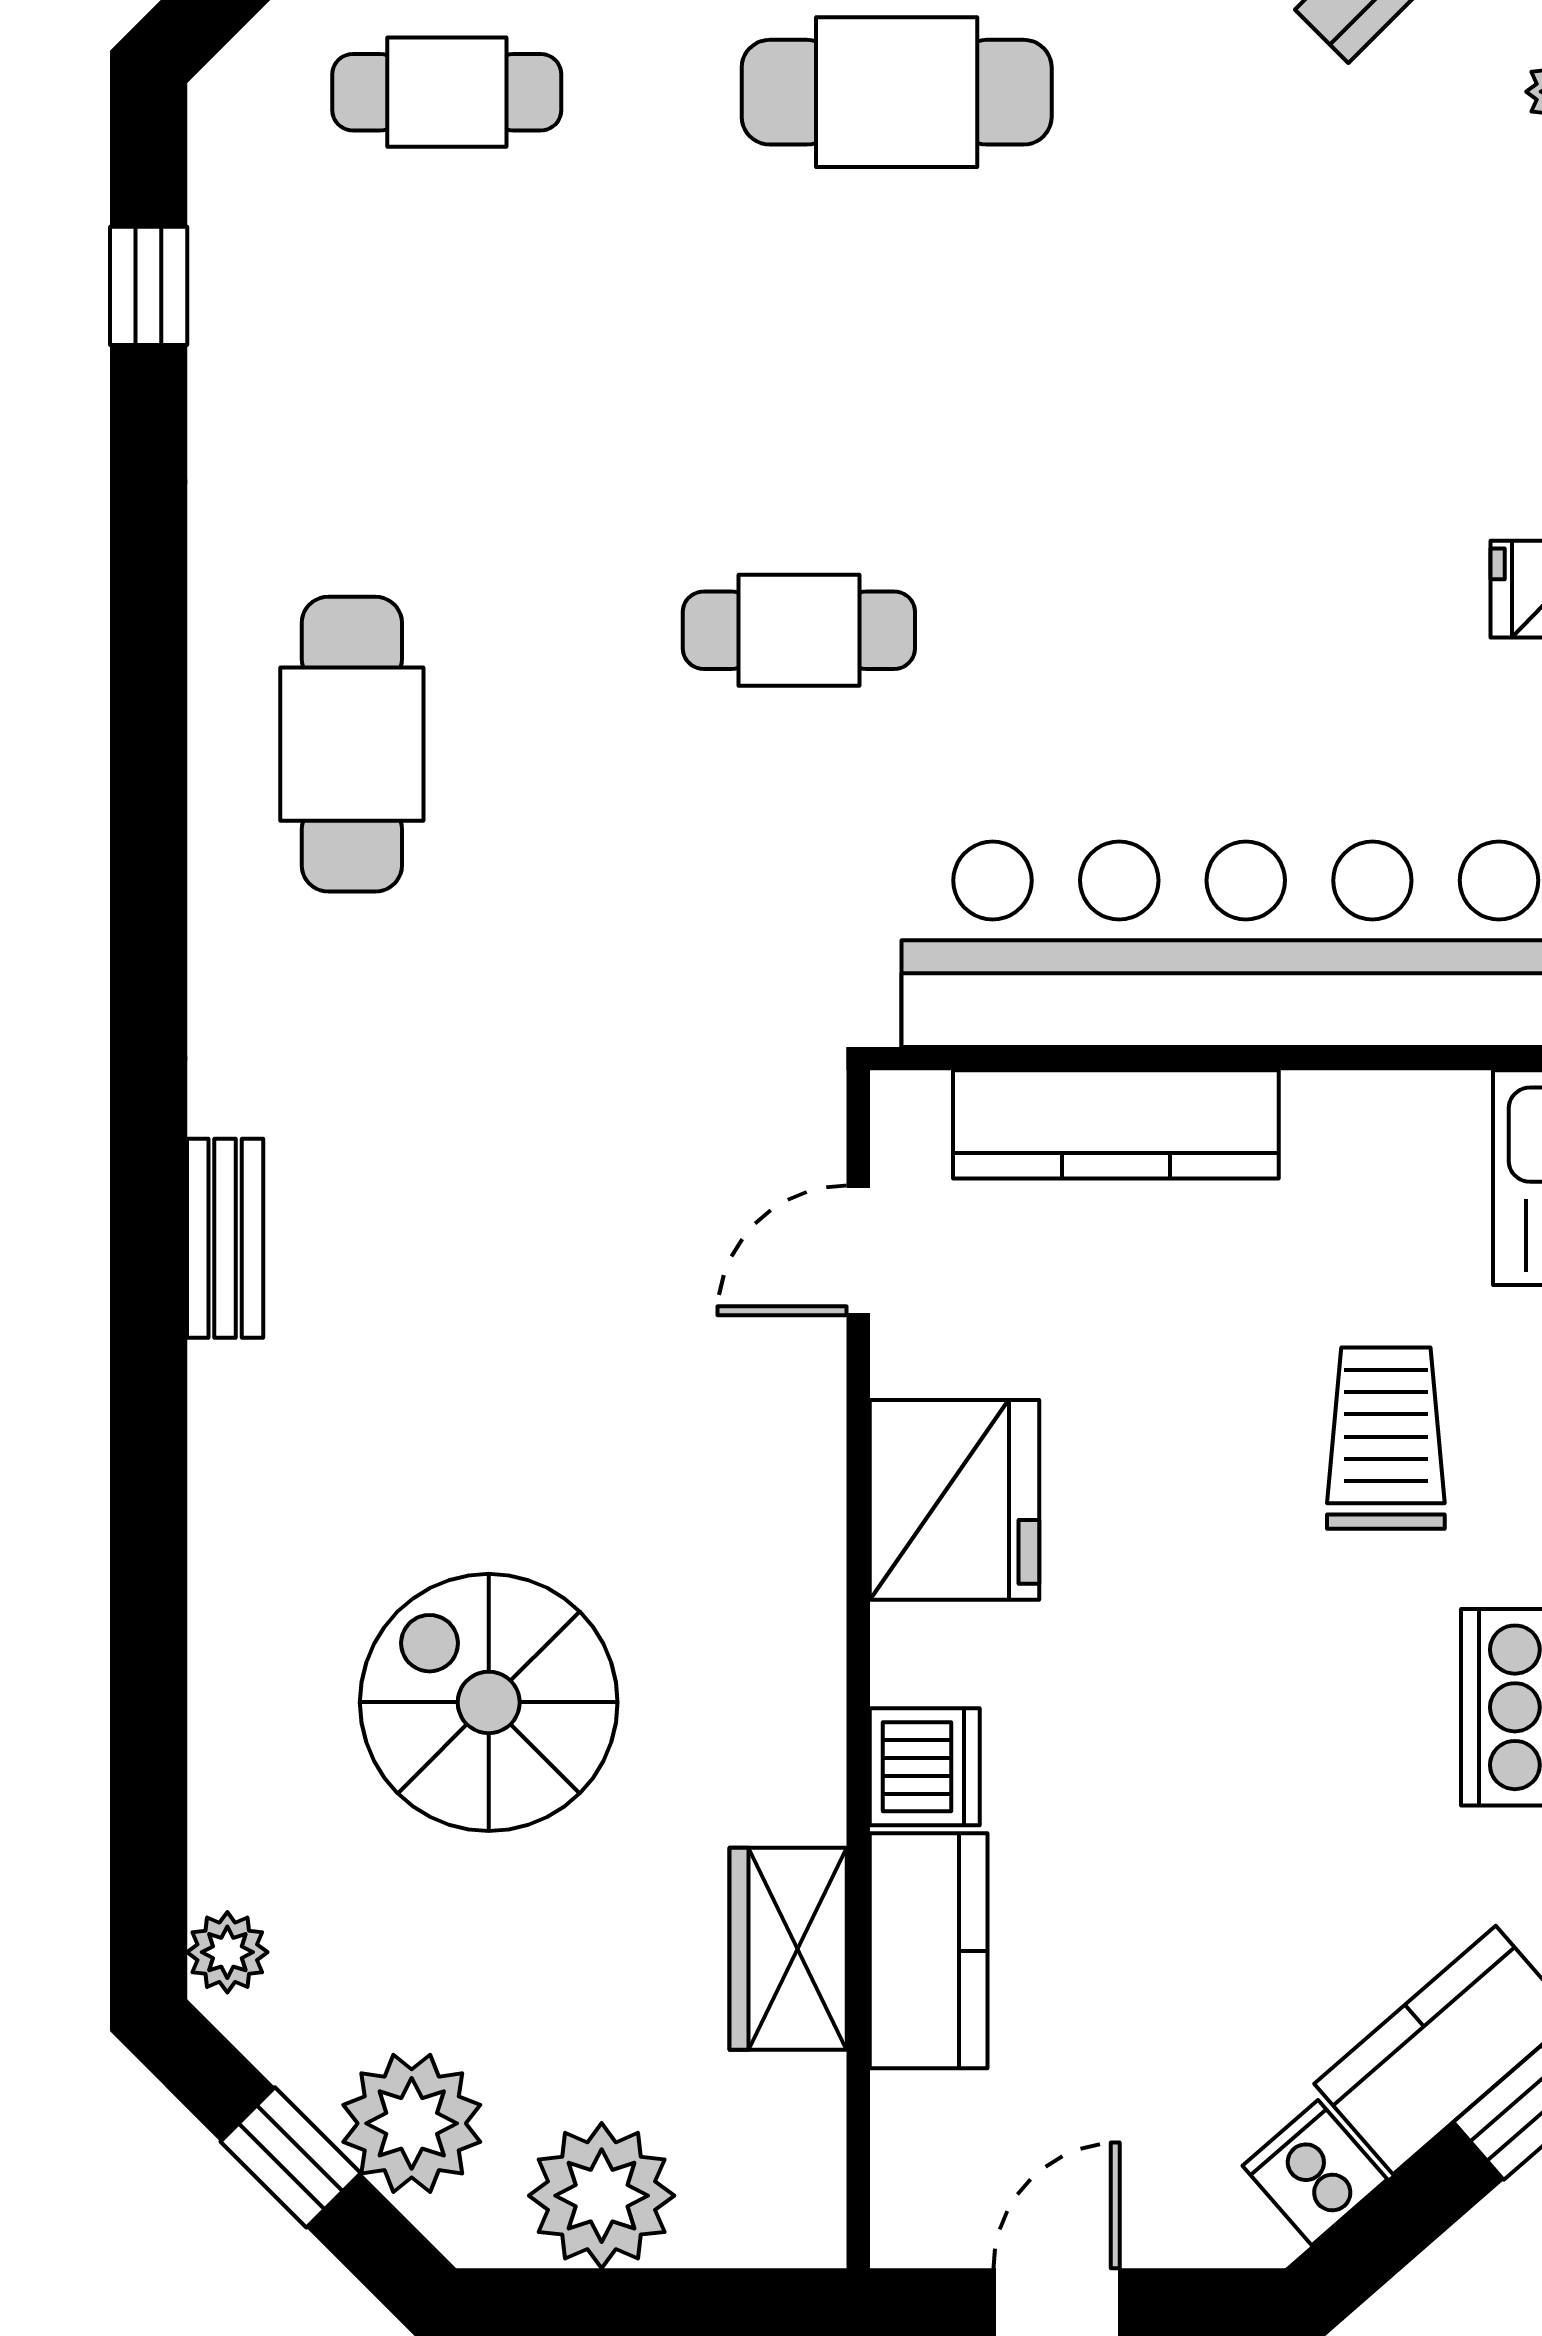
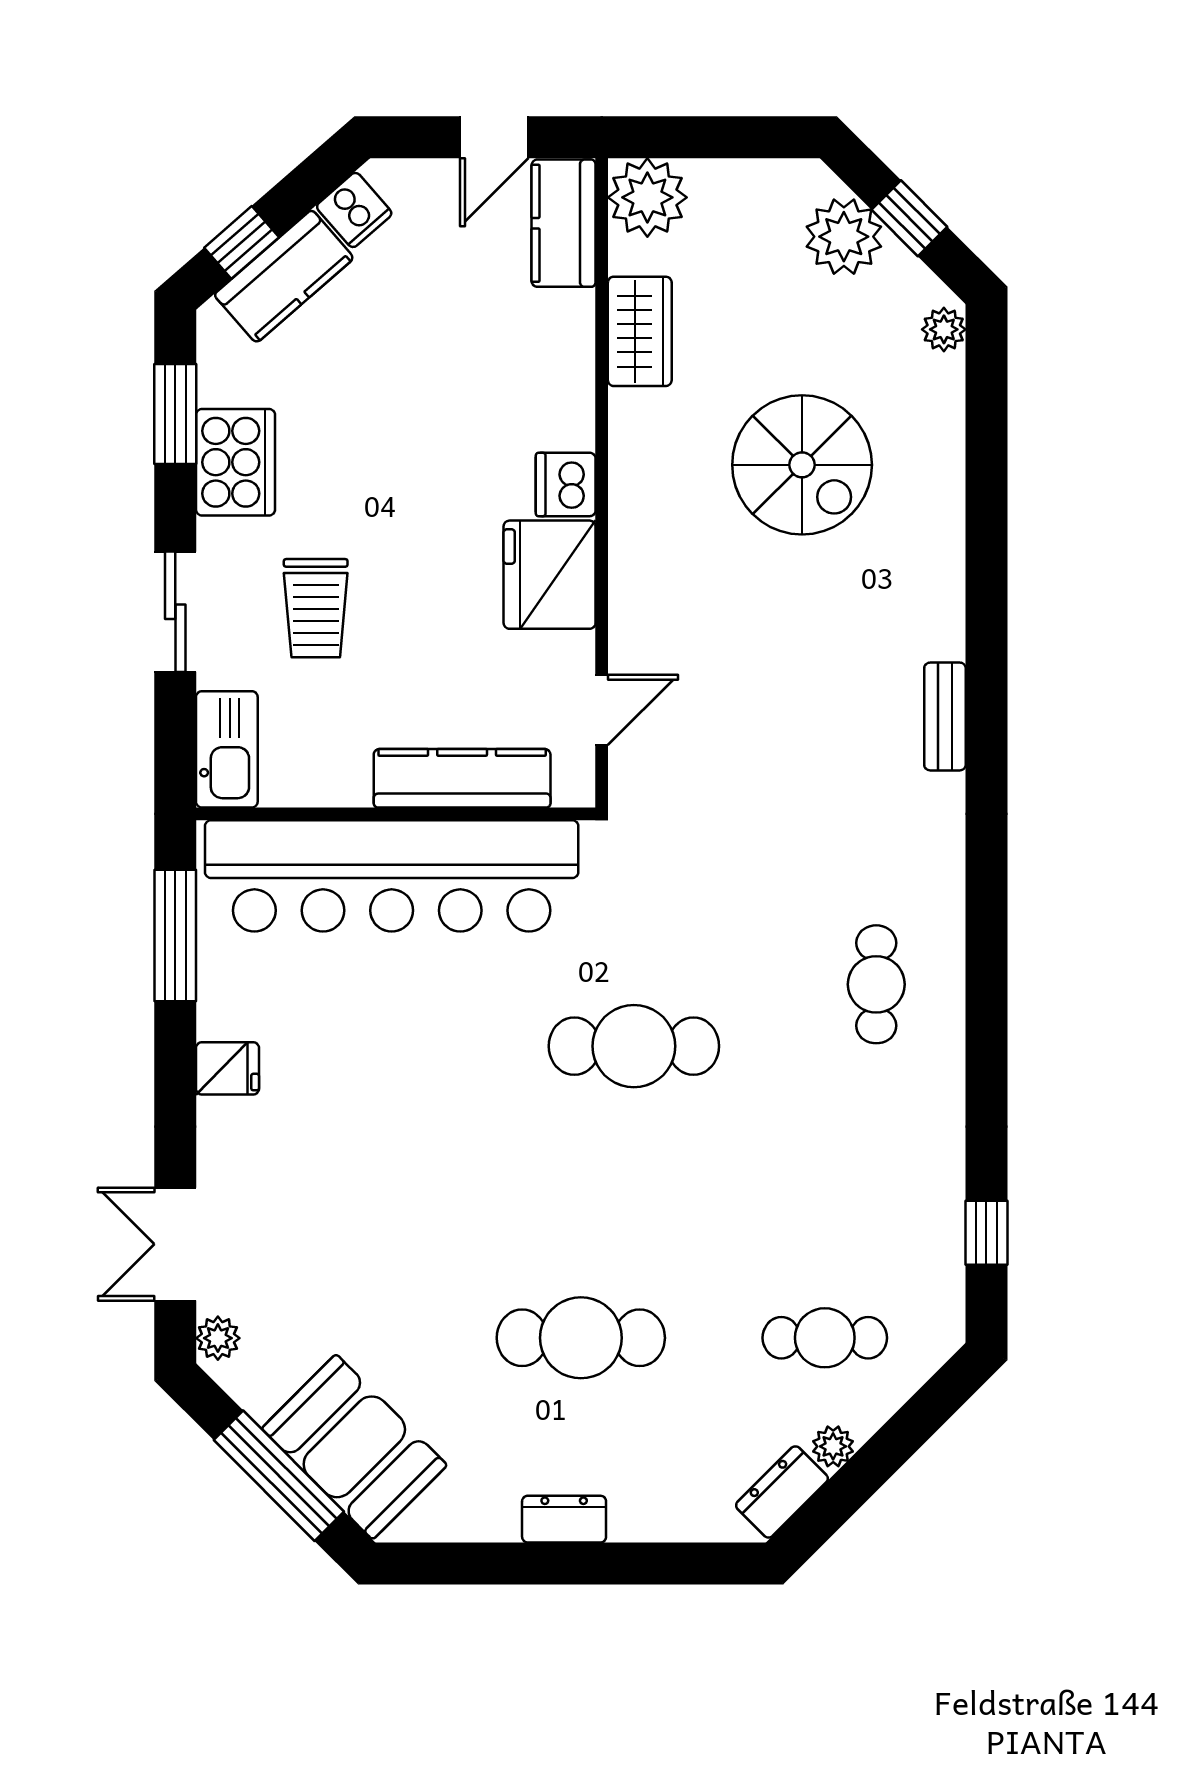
cafe table: (799, 630) -> (634, 1046), width x1.37, depth x1.35
cafe table: (352, 744) -> (876, 984), width x0.73, depth x0.74
dishwasher: (925, 1767) -> (566, 484), moved
kitchen counter: (929, 1951) -> (564, 223), moved
plant: (602, 2196) -> (647, 197), moved

